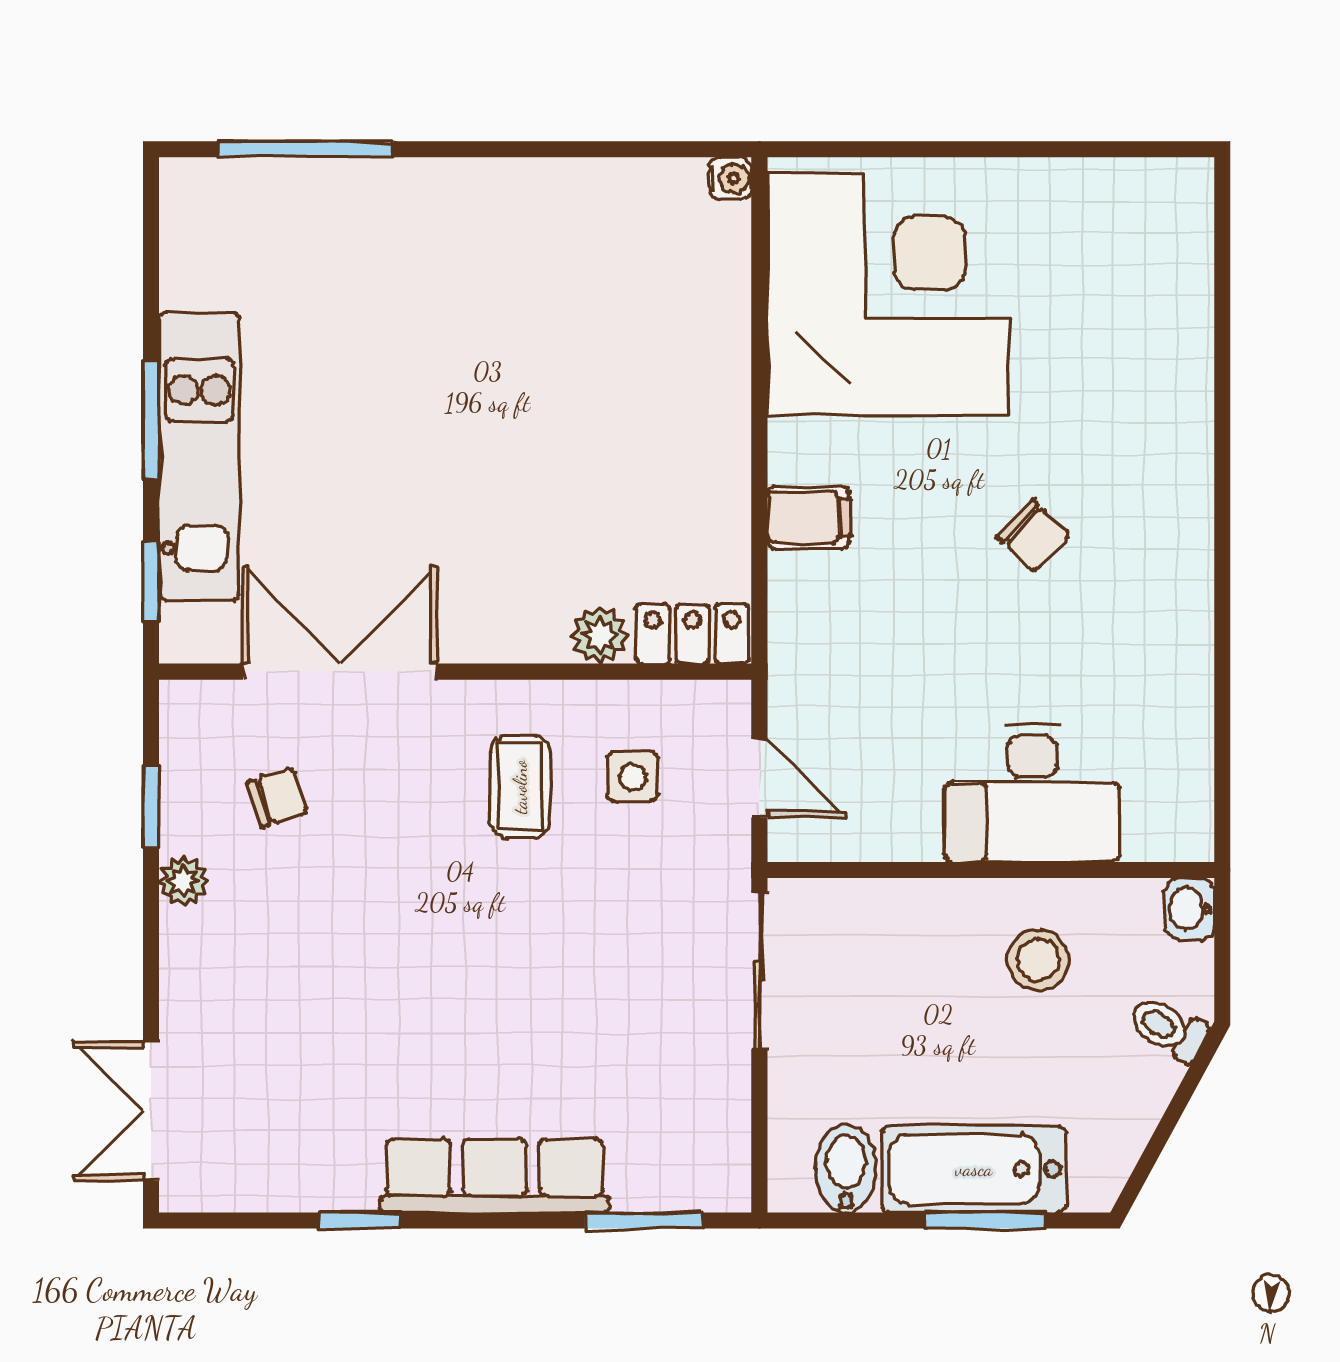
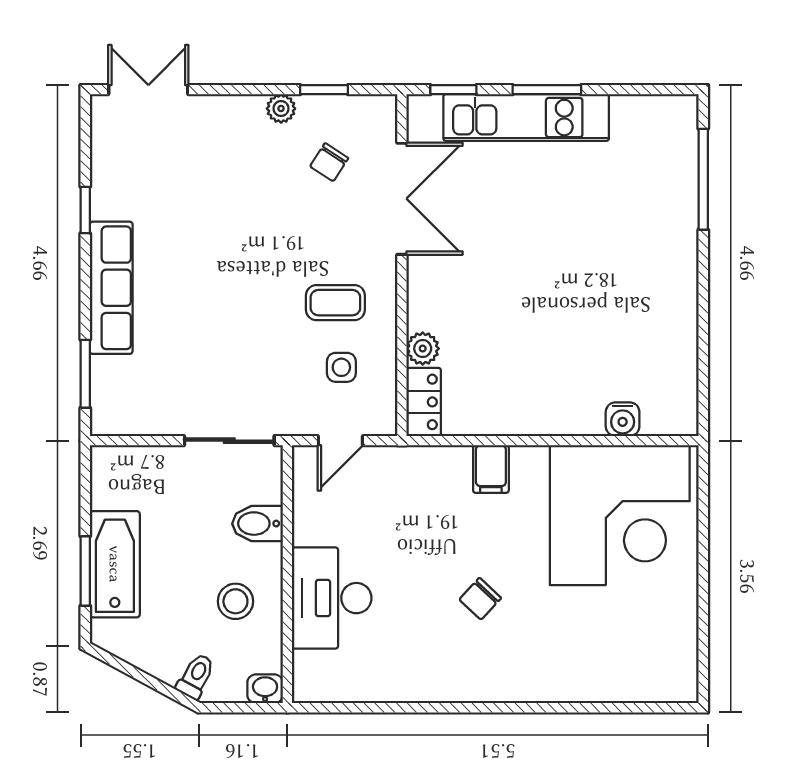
water cooler: (730, 178) -> (623, 419), moved, width x1.38, depth x1.38
chair: (277, 798) -> (329, 162), turned 51
bidet: (846, 1169) -> (257, 524), moved, turned 180

